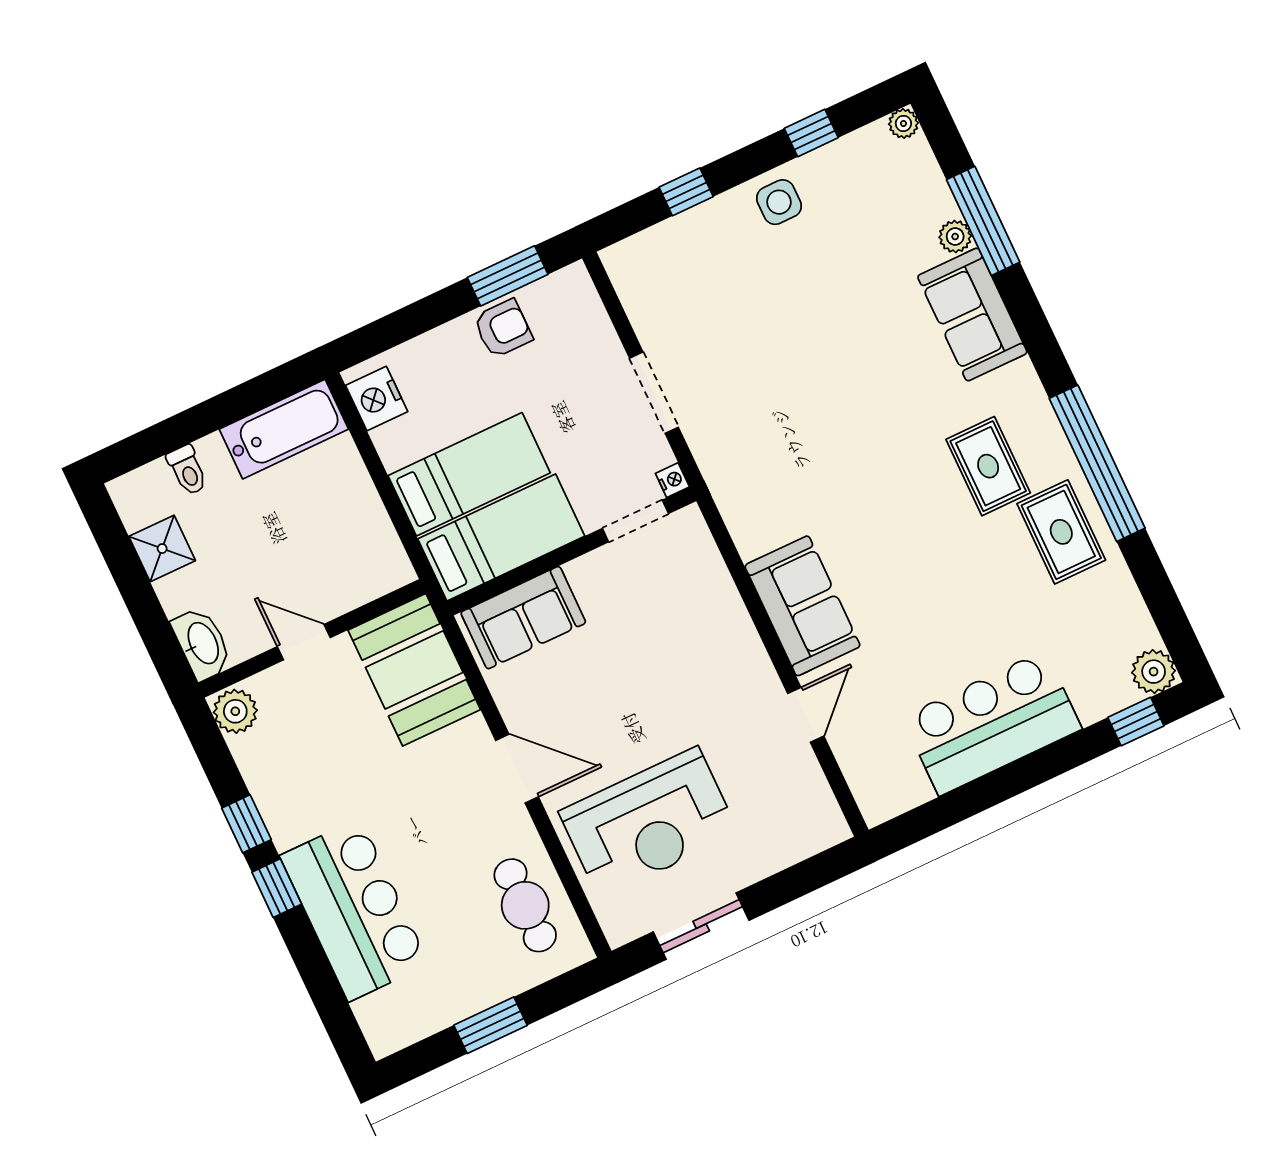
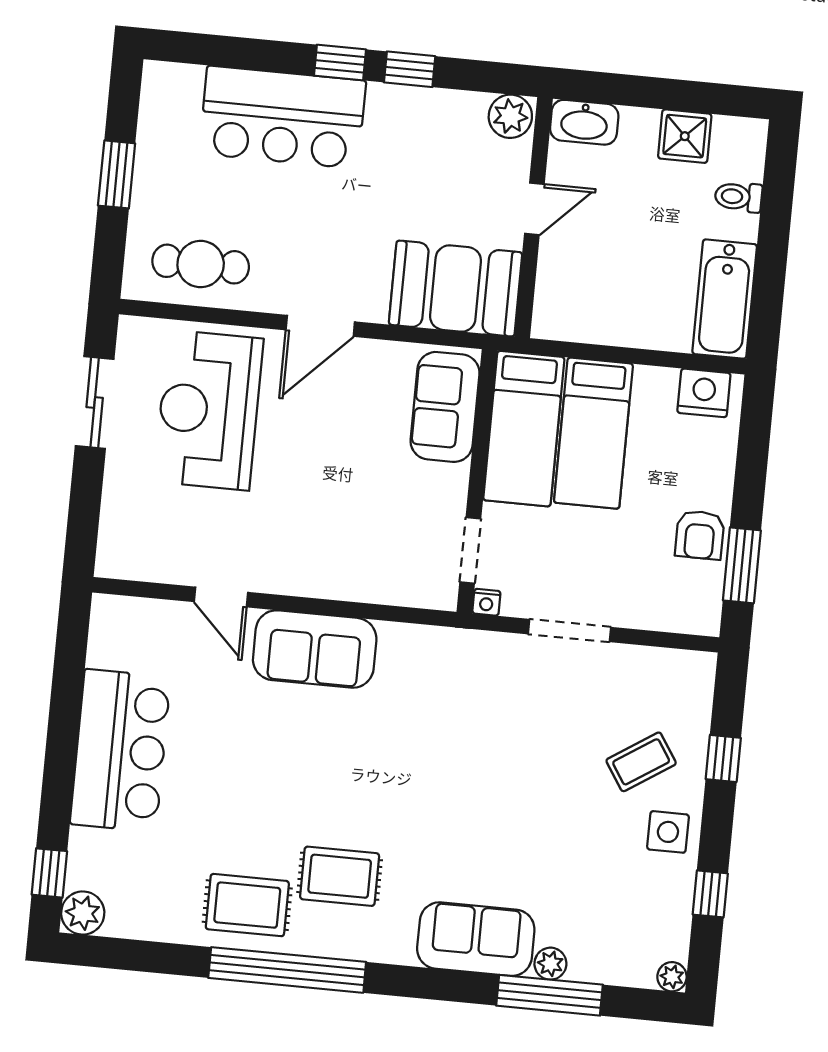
coffee table: (732, 262) -> (641, 762), added

